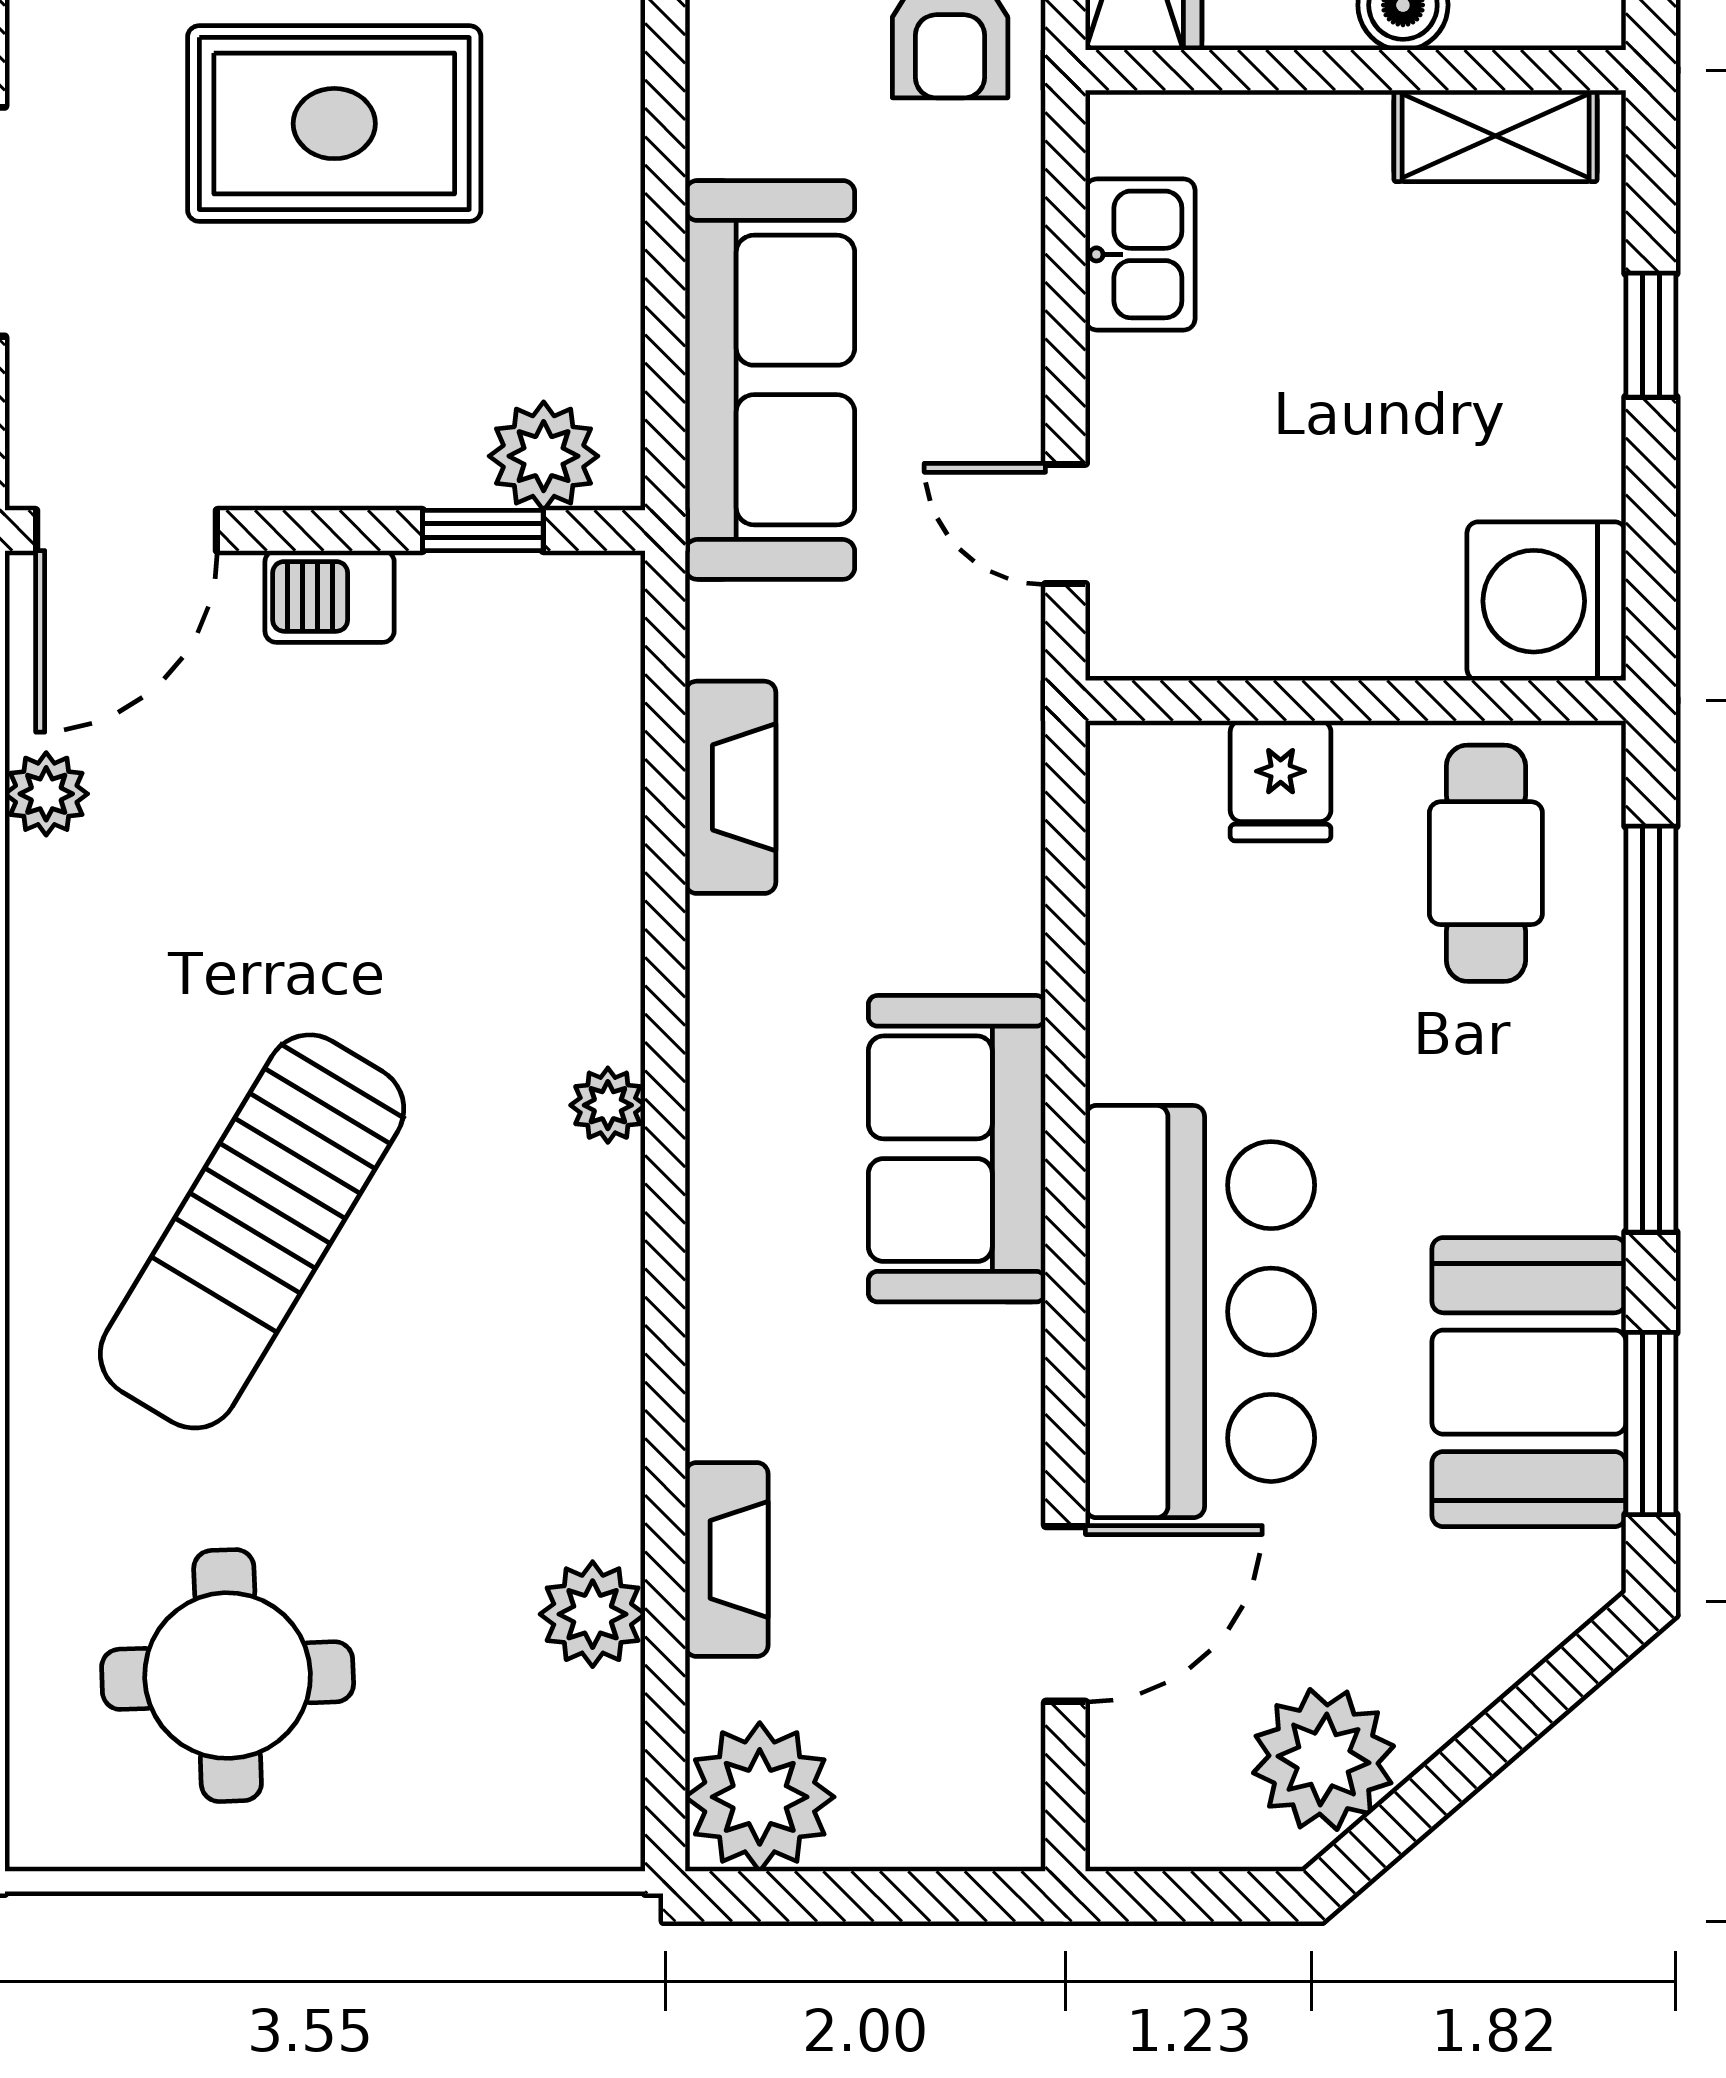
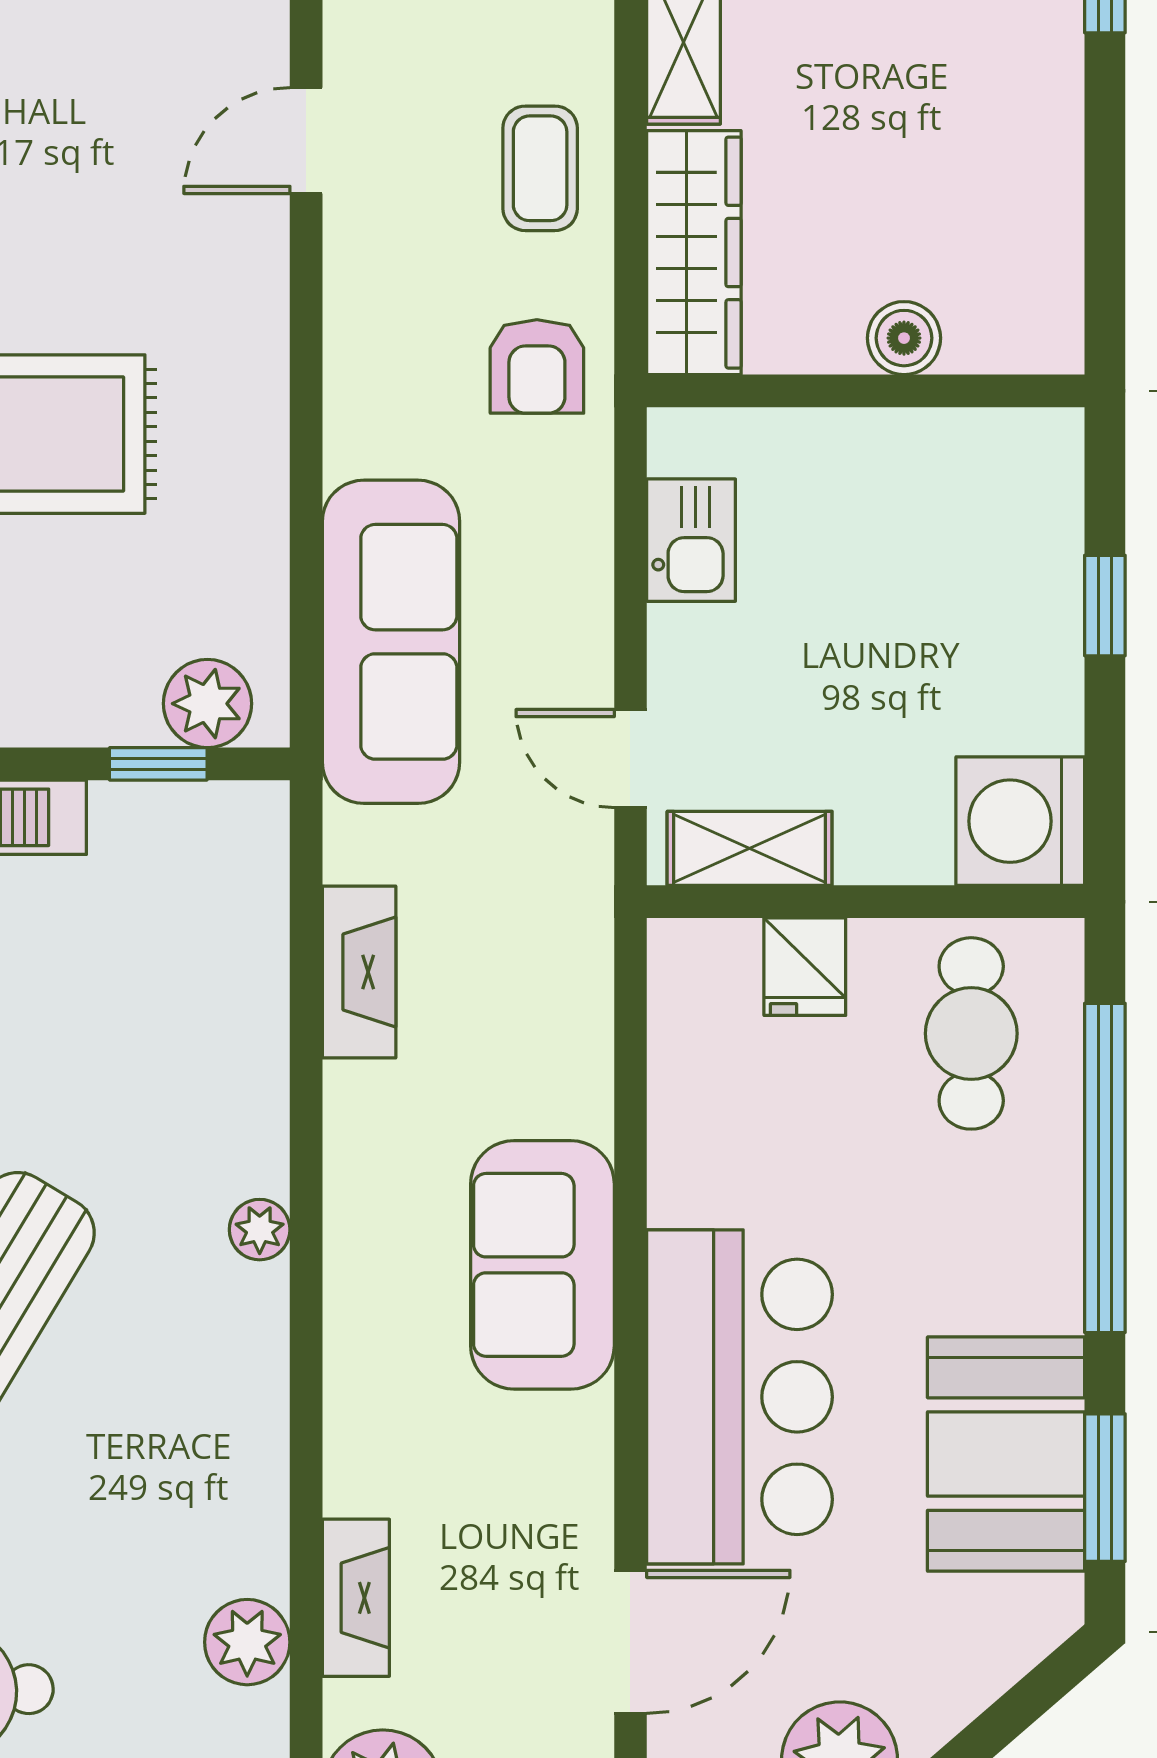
shelving: (1496, 136) -> (750, 848), moved

